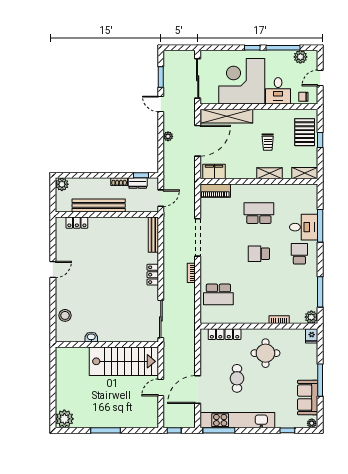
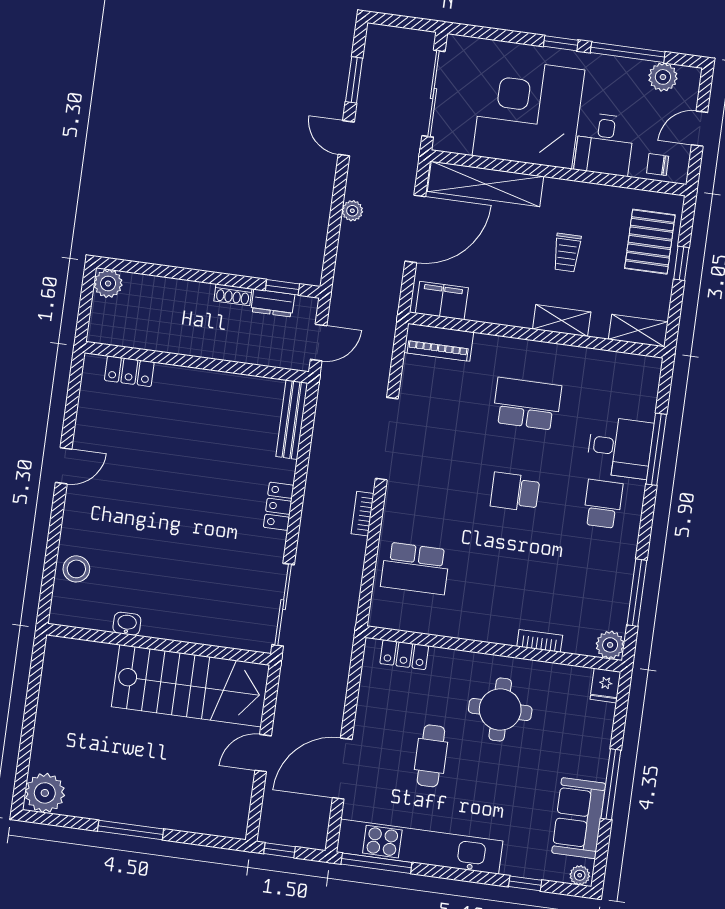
bench: (99, 205) -> (182, 340), removed
locker: (225, 334) -> (404, 655), width x0.66

